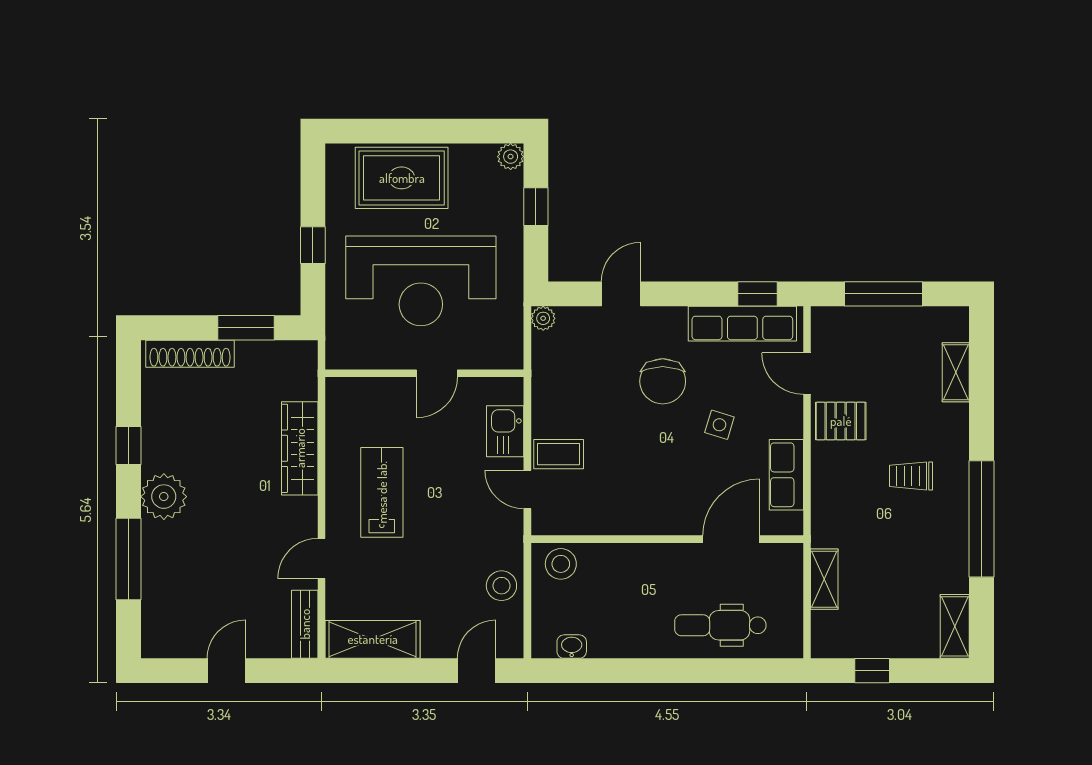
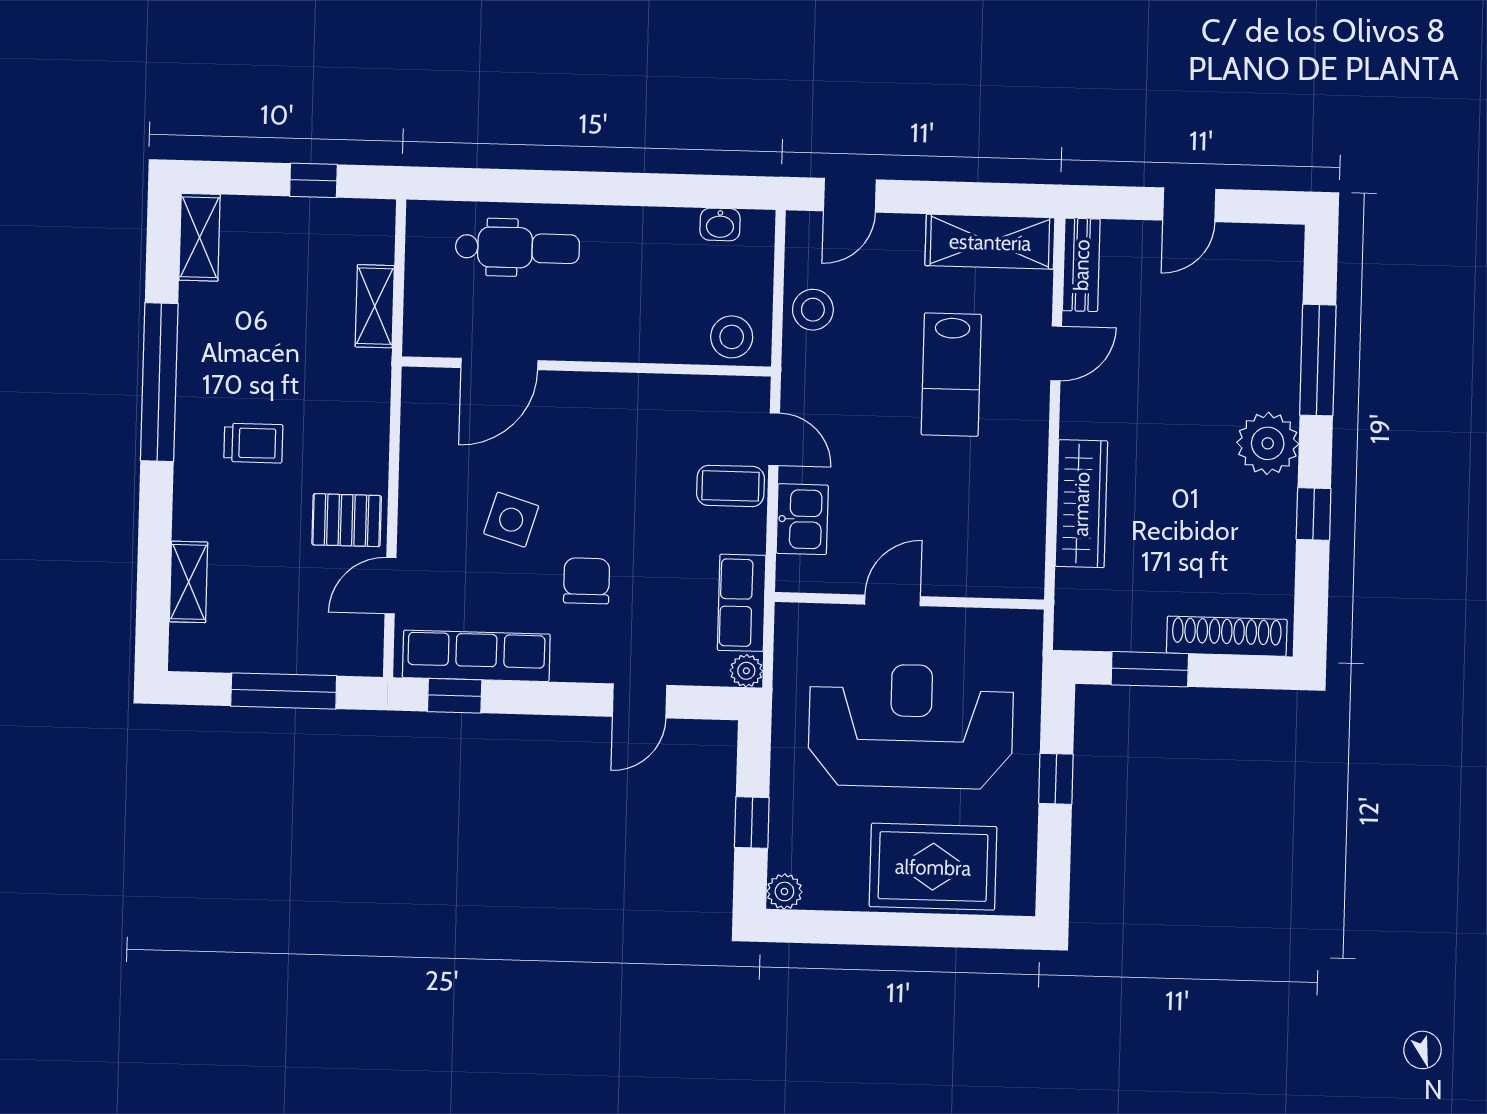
door: (807, 374) -> (391, 586), swing flipped
chair: (663, 381) -> (587, 581), width x0.73, depth x0.73
side table: (719, 425) -> (511, 520), width x1.37, depth x1.37
row of seats: (786, 475) -> (742, 603), moved, turned 180
lab bench: (382, 492) -> (951, 375), moved

